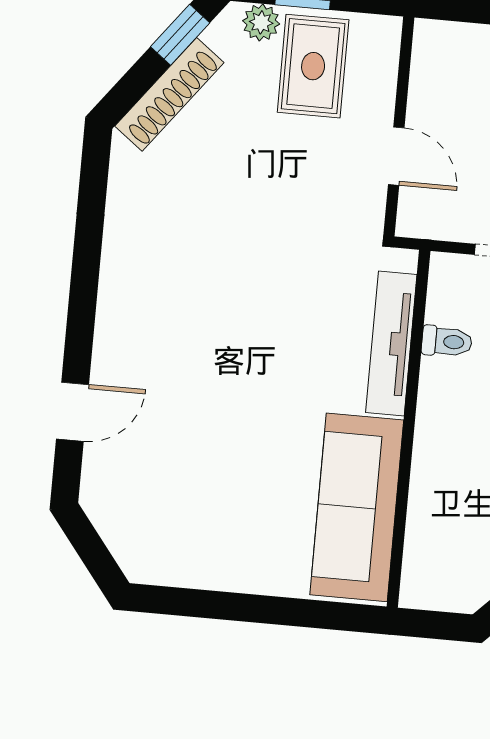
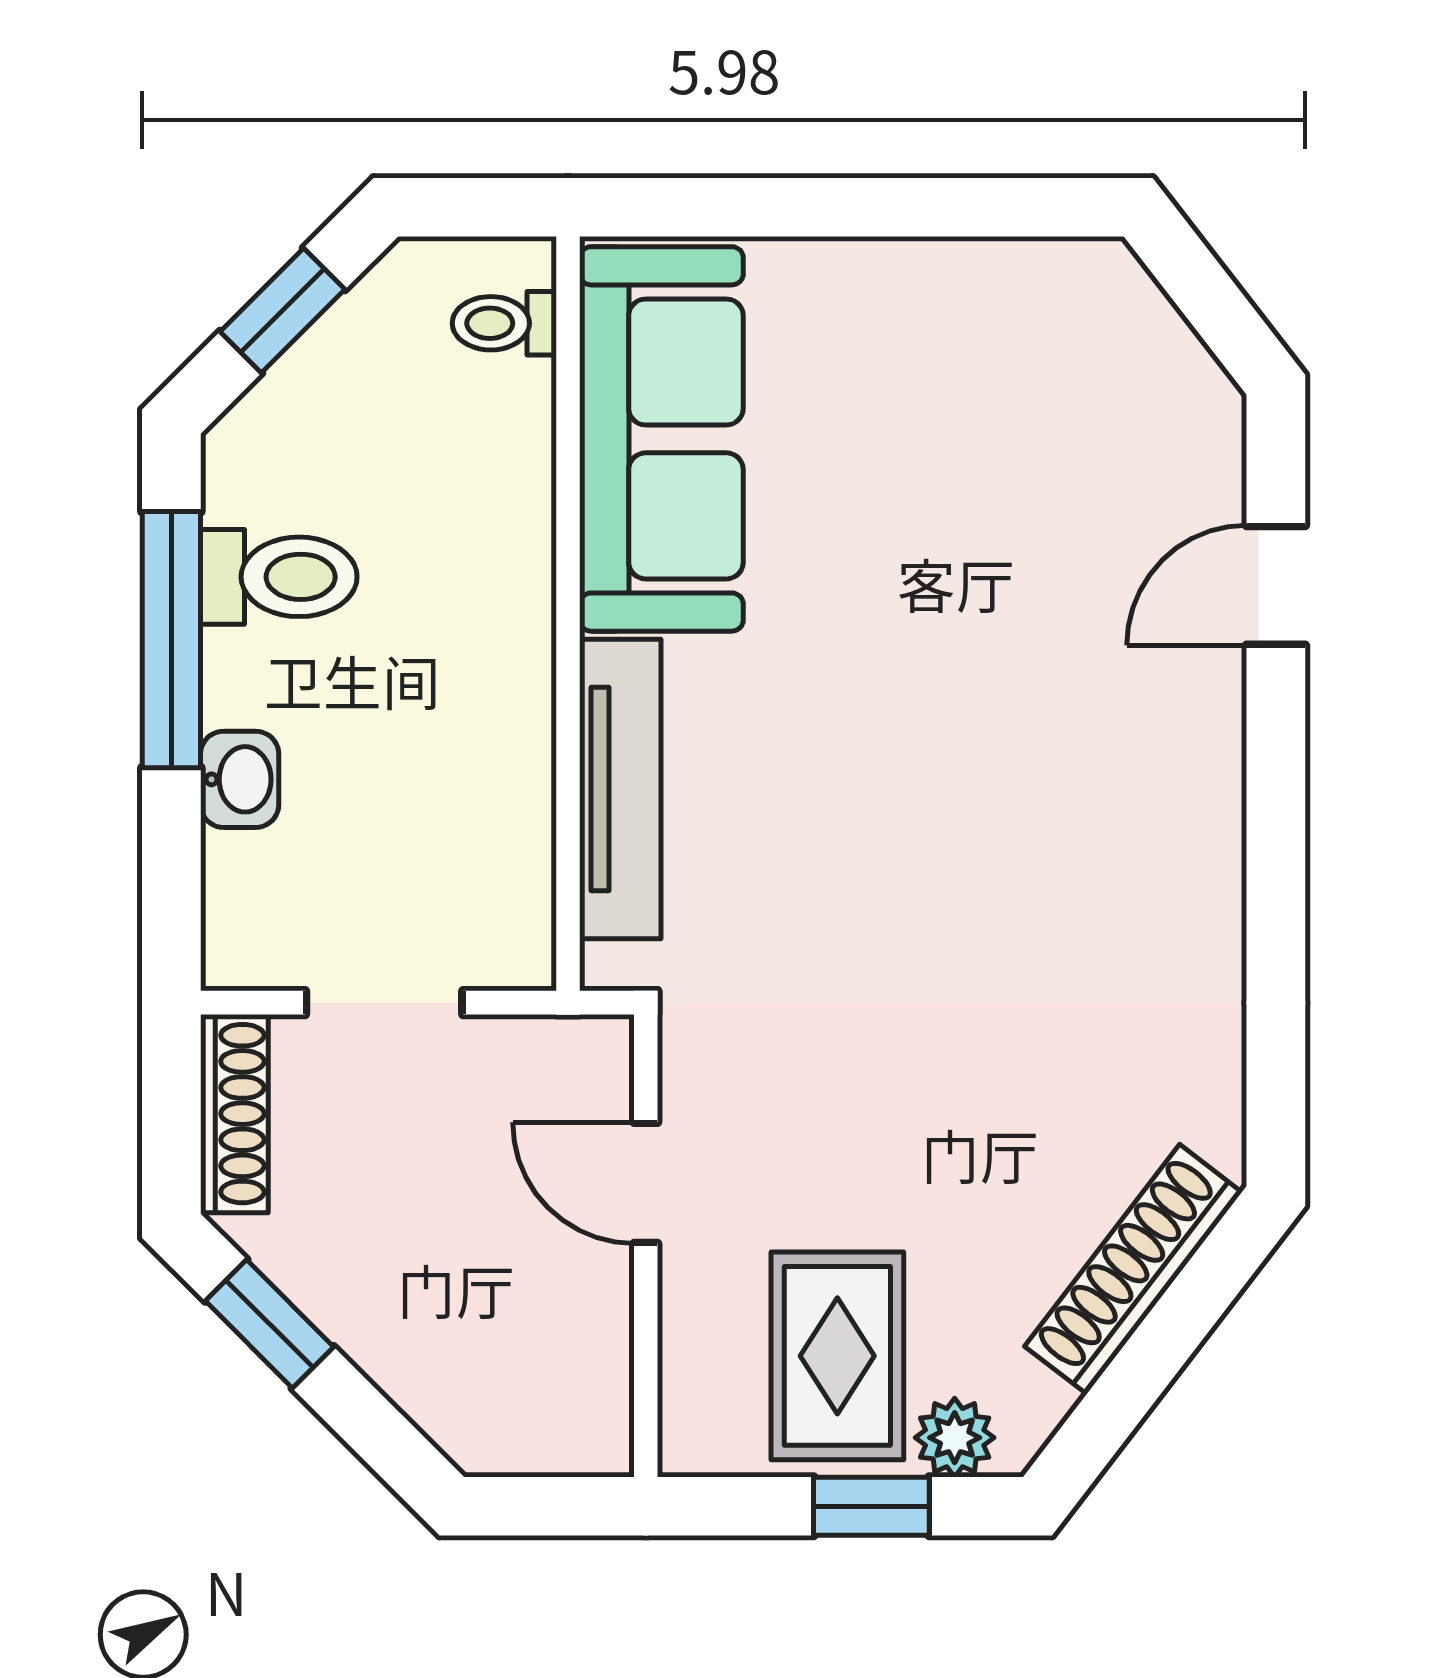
window: (180, 35) -> (1122, 1396), removed
toilet: (447, 342) -> (504, 323), moved

